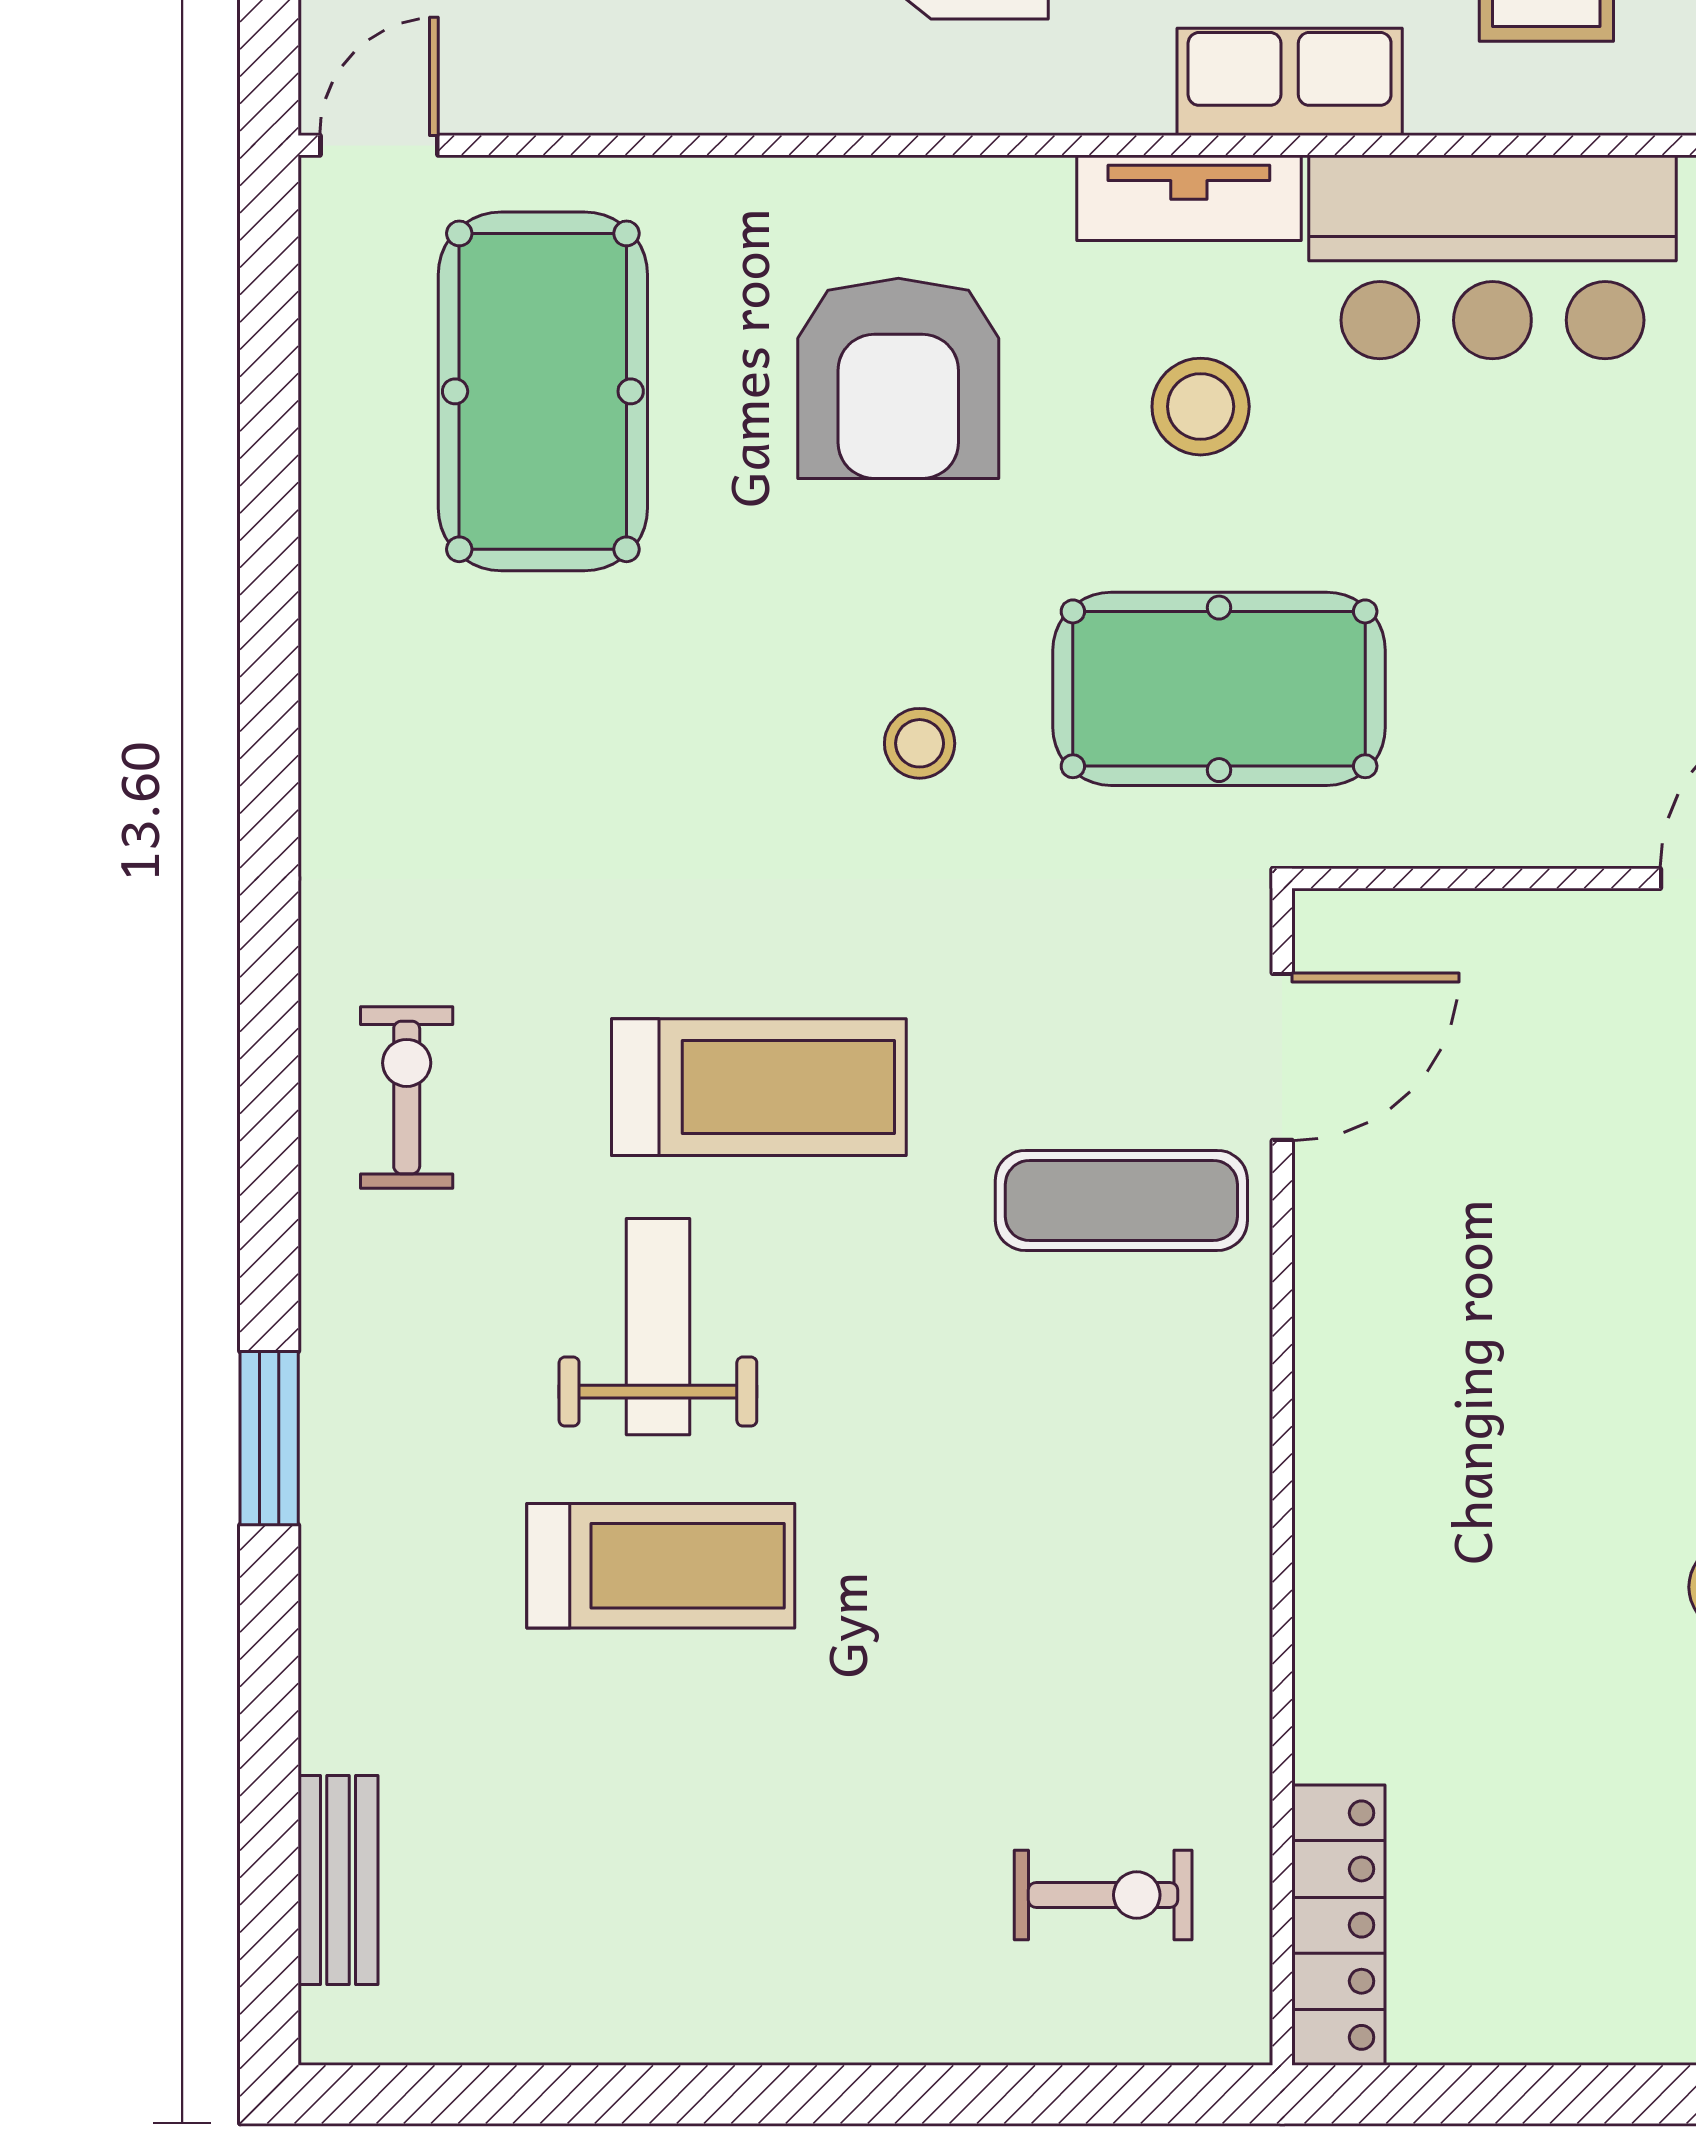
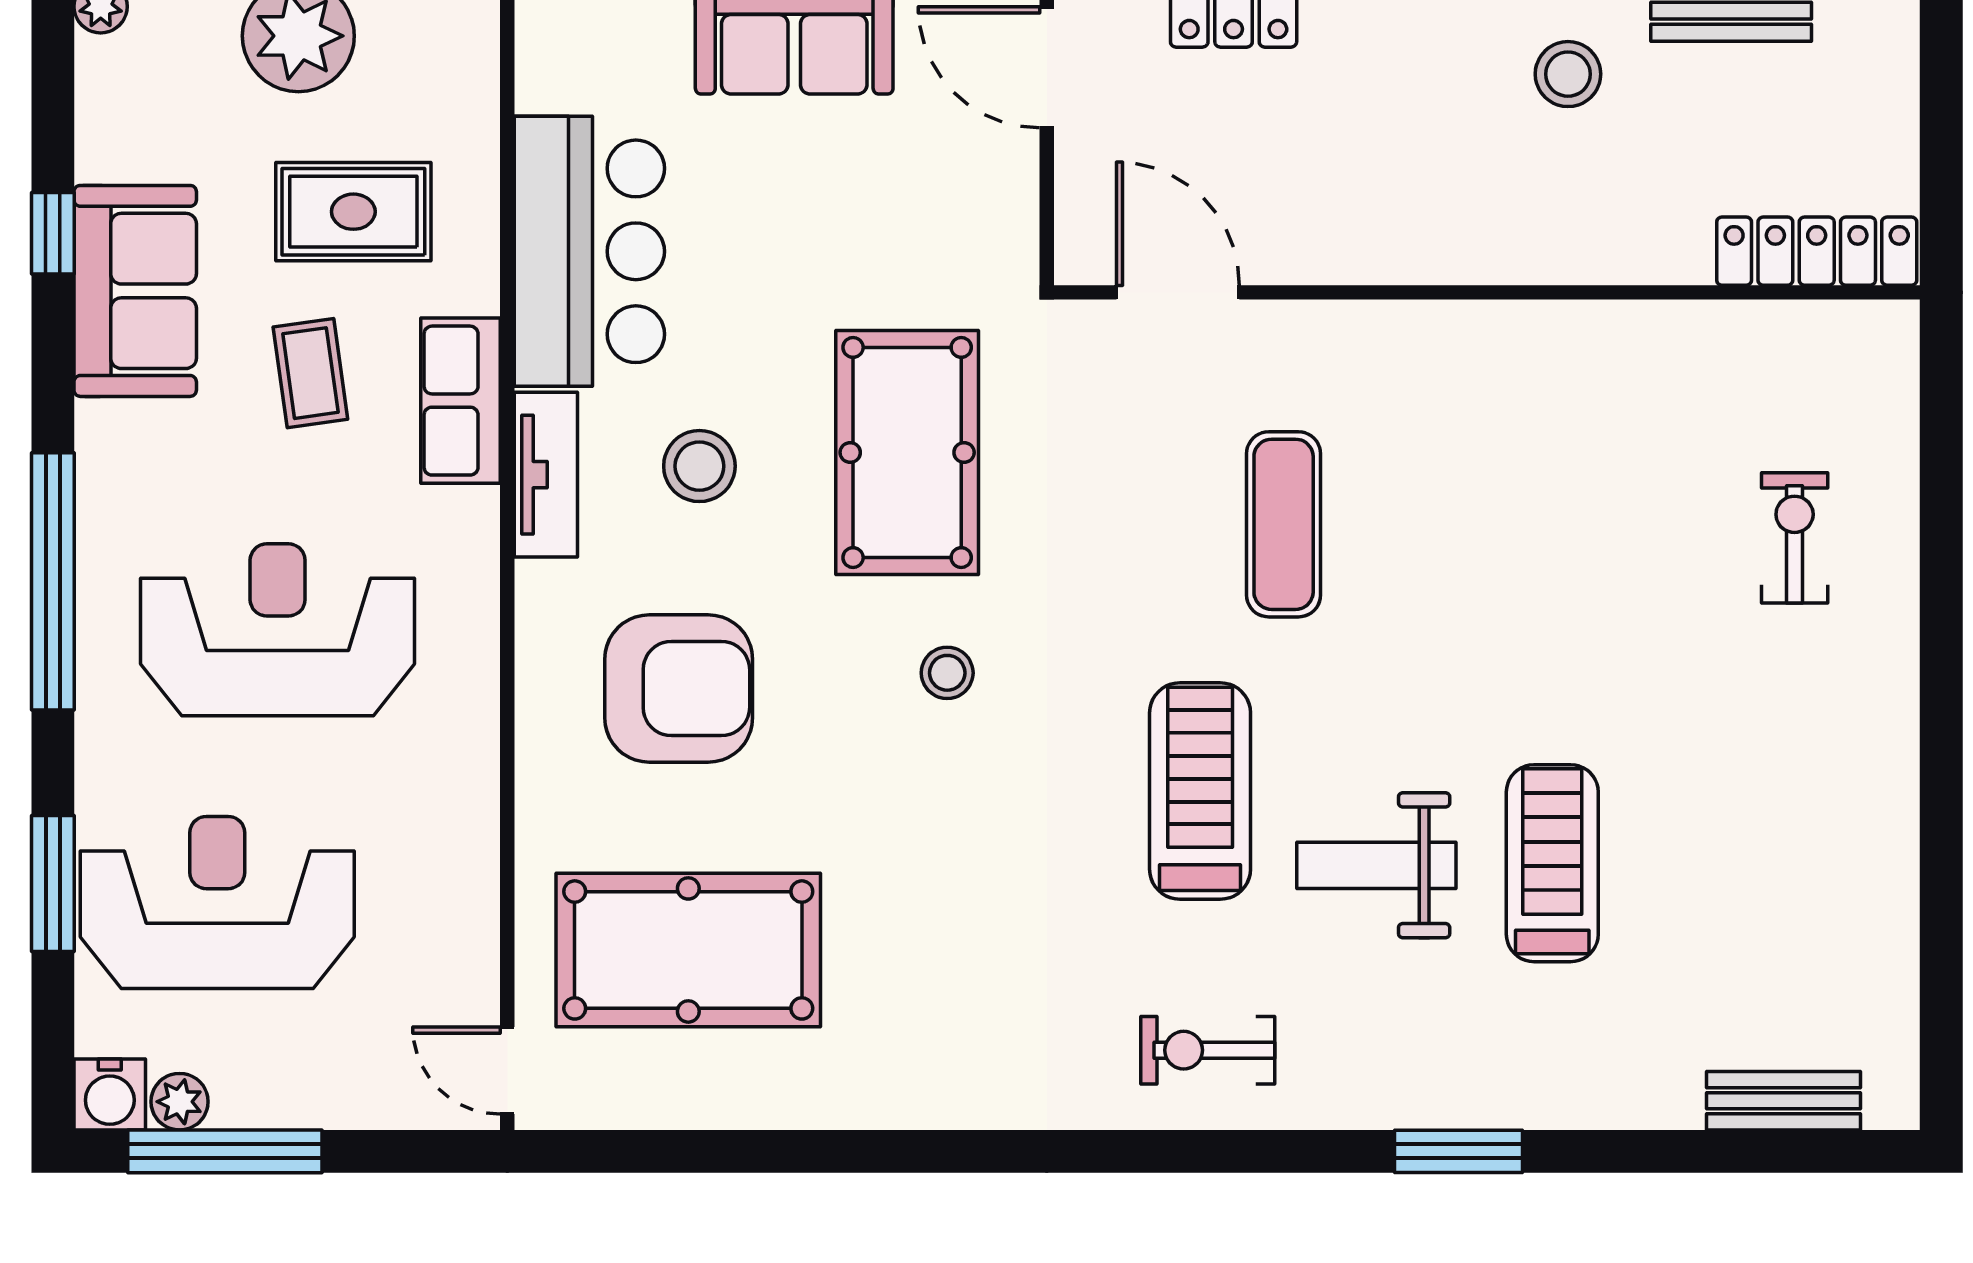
door: (1282, 1057) -> (1178, 292), moved
wall: (1282, 1477) -> (1487, 292), moved
locker: (1338, 1925) -> (1817, 251), moved

